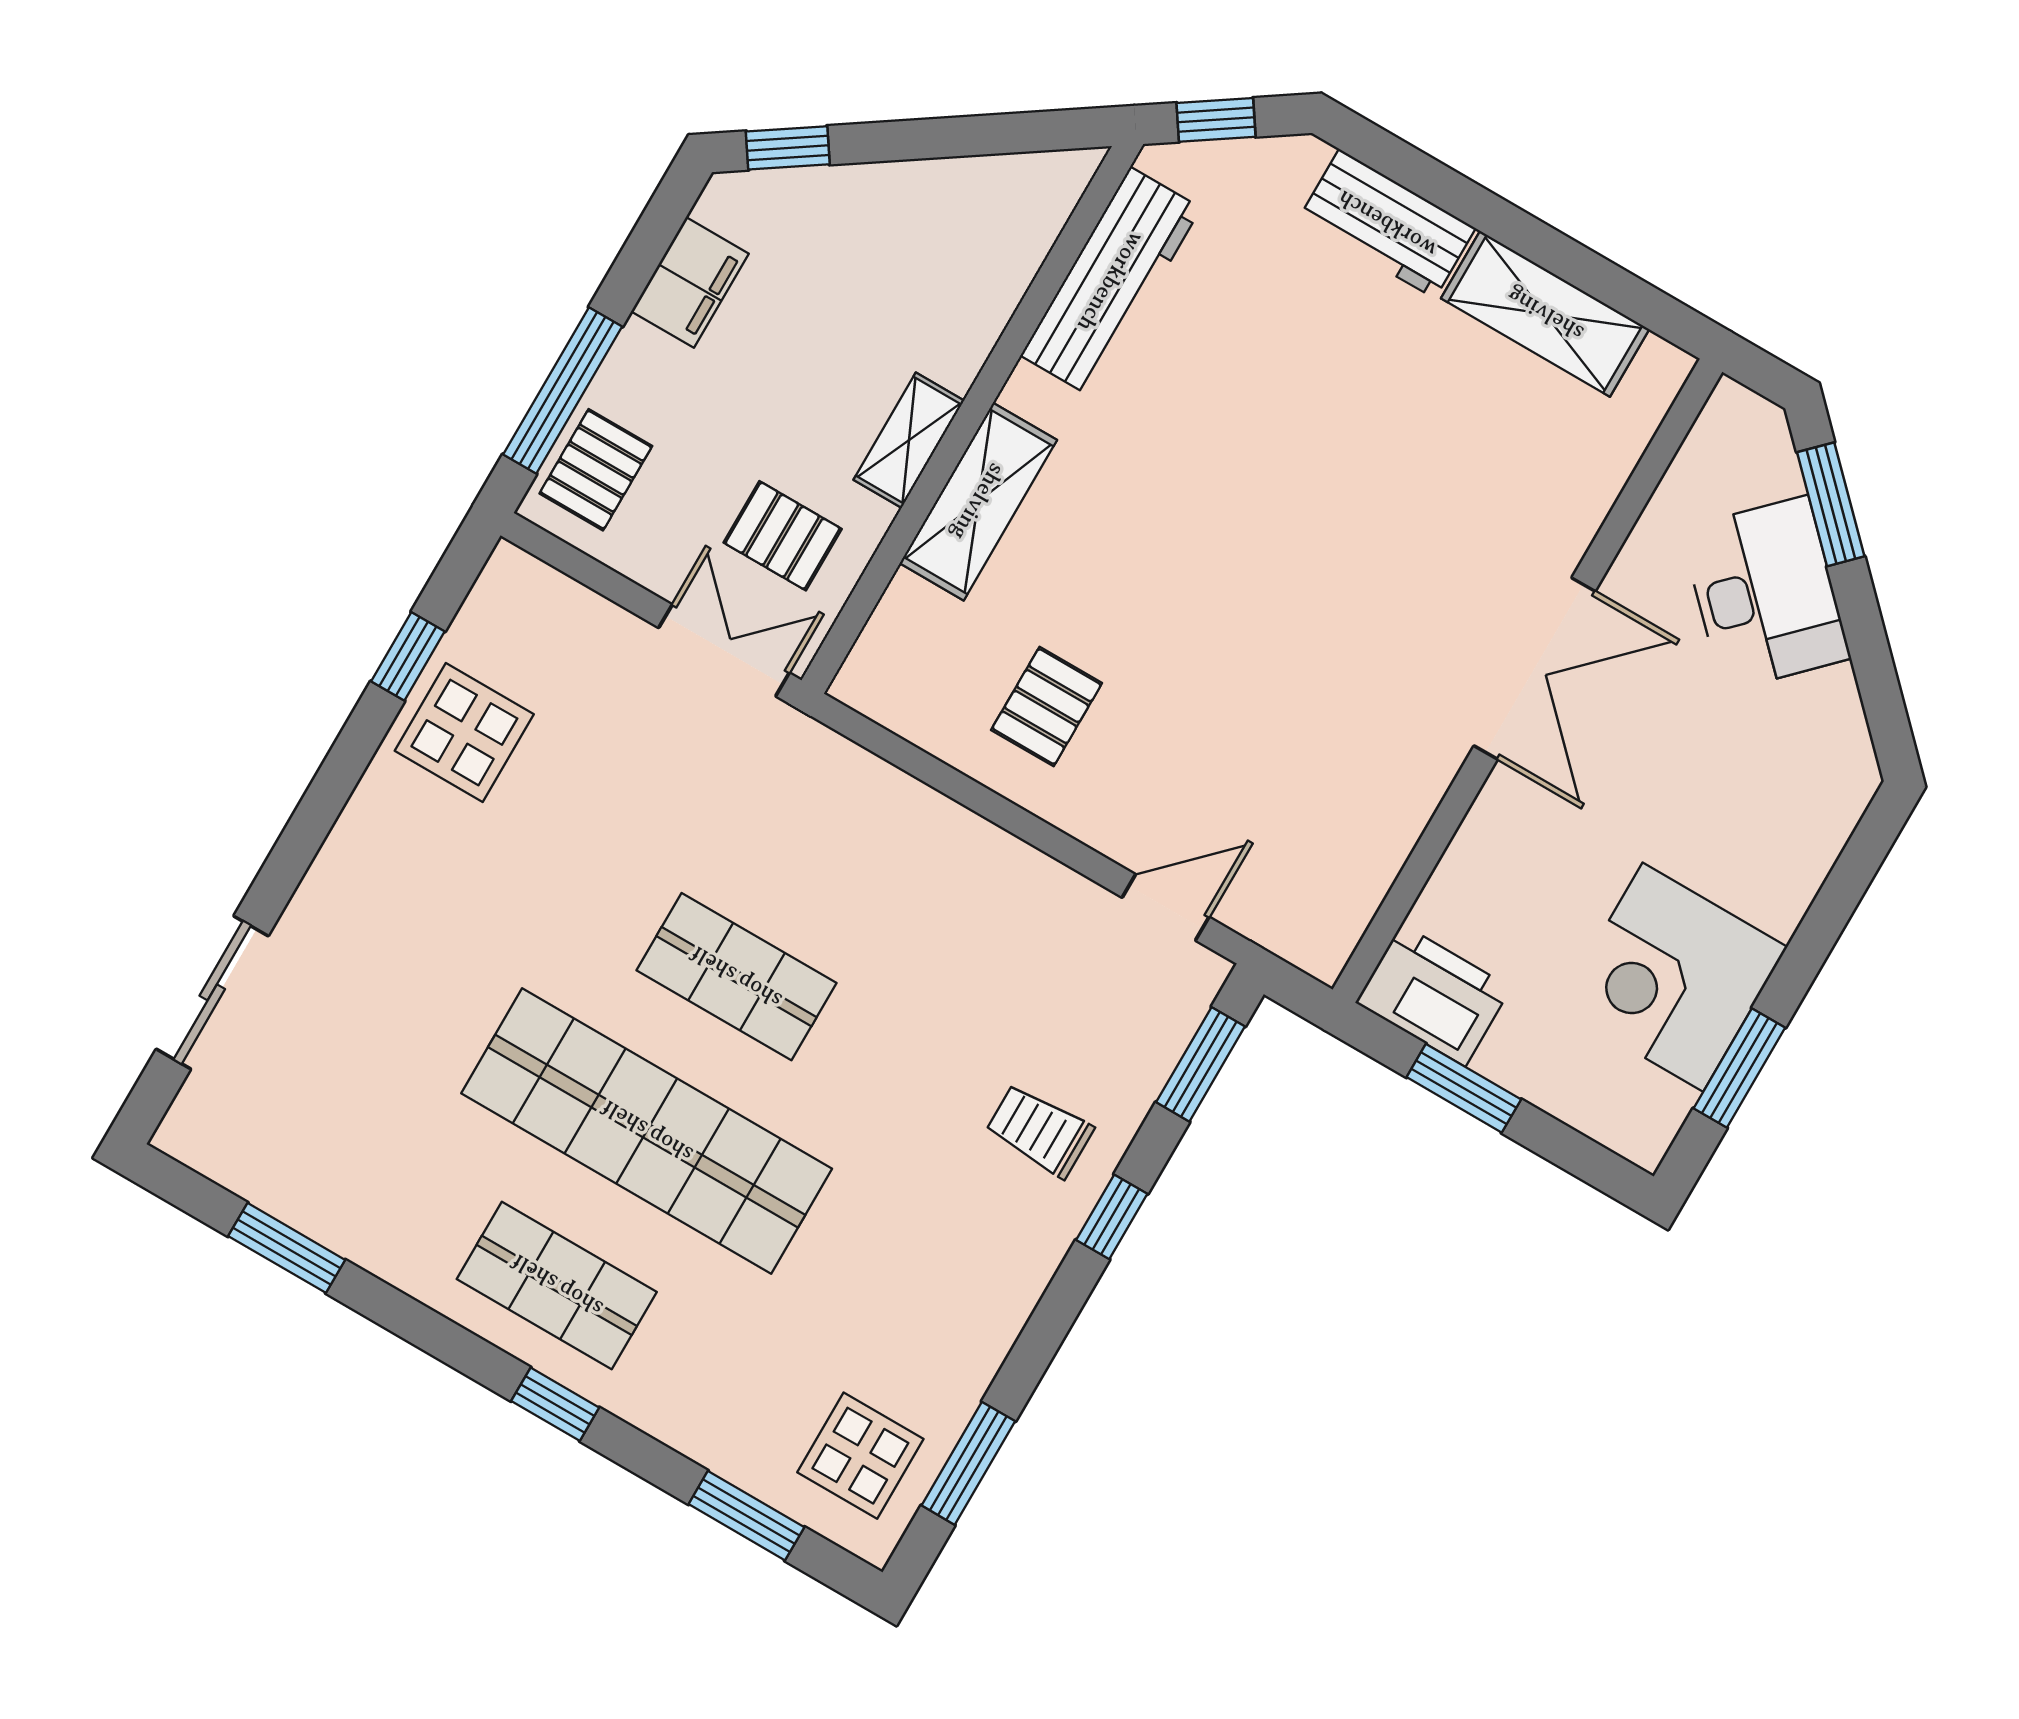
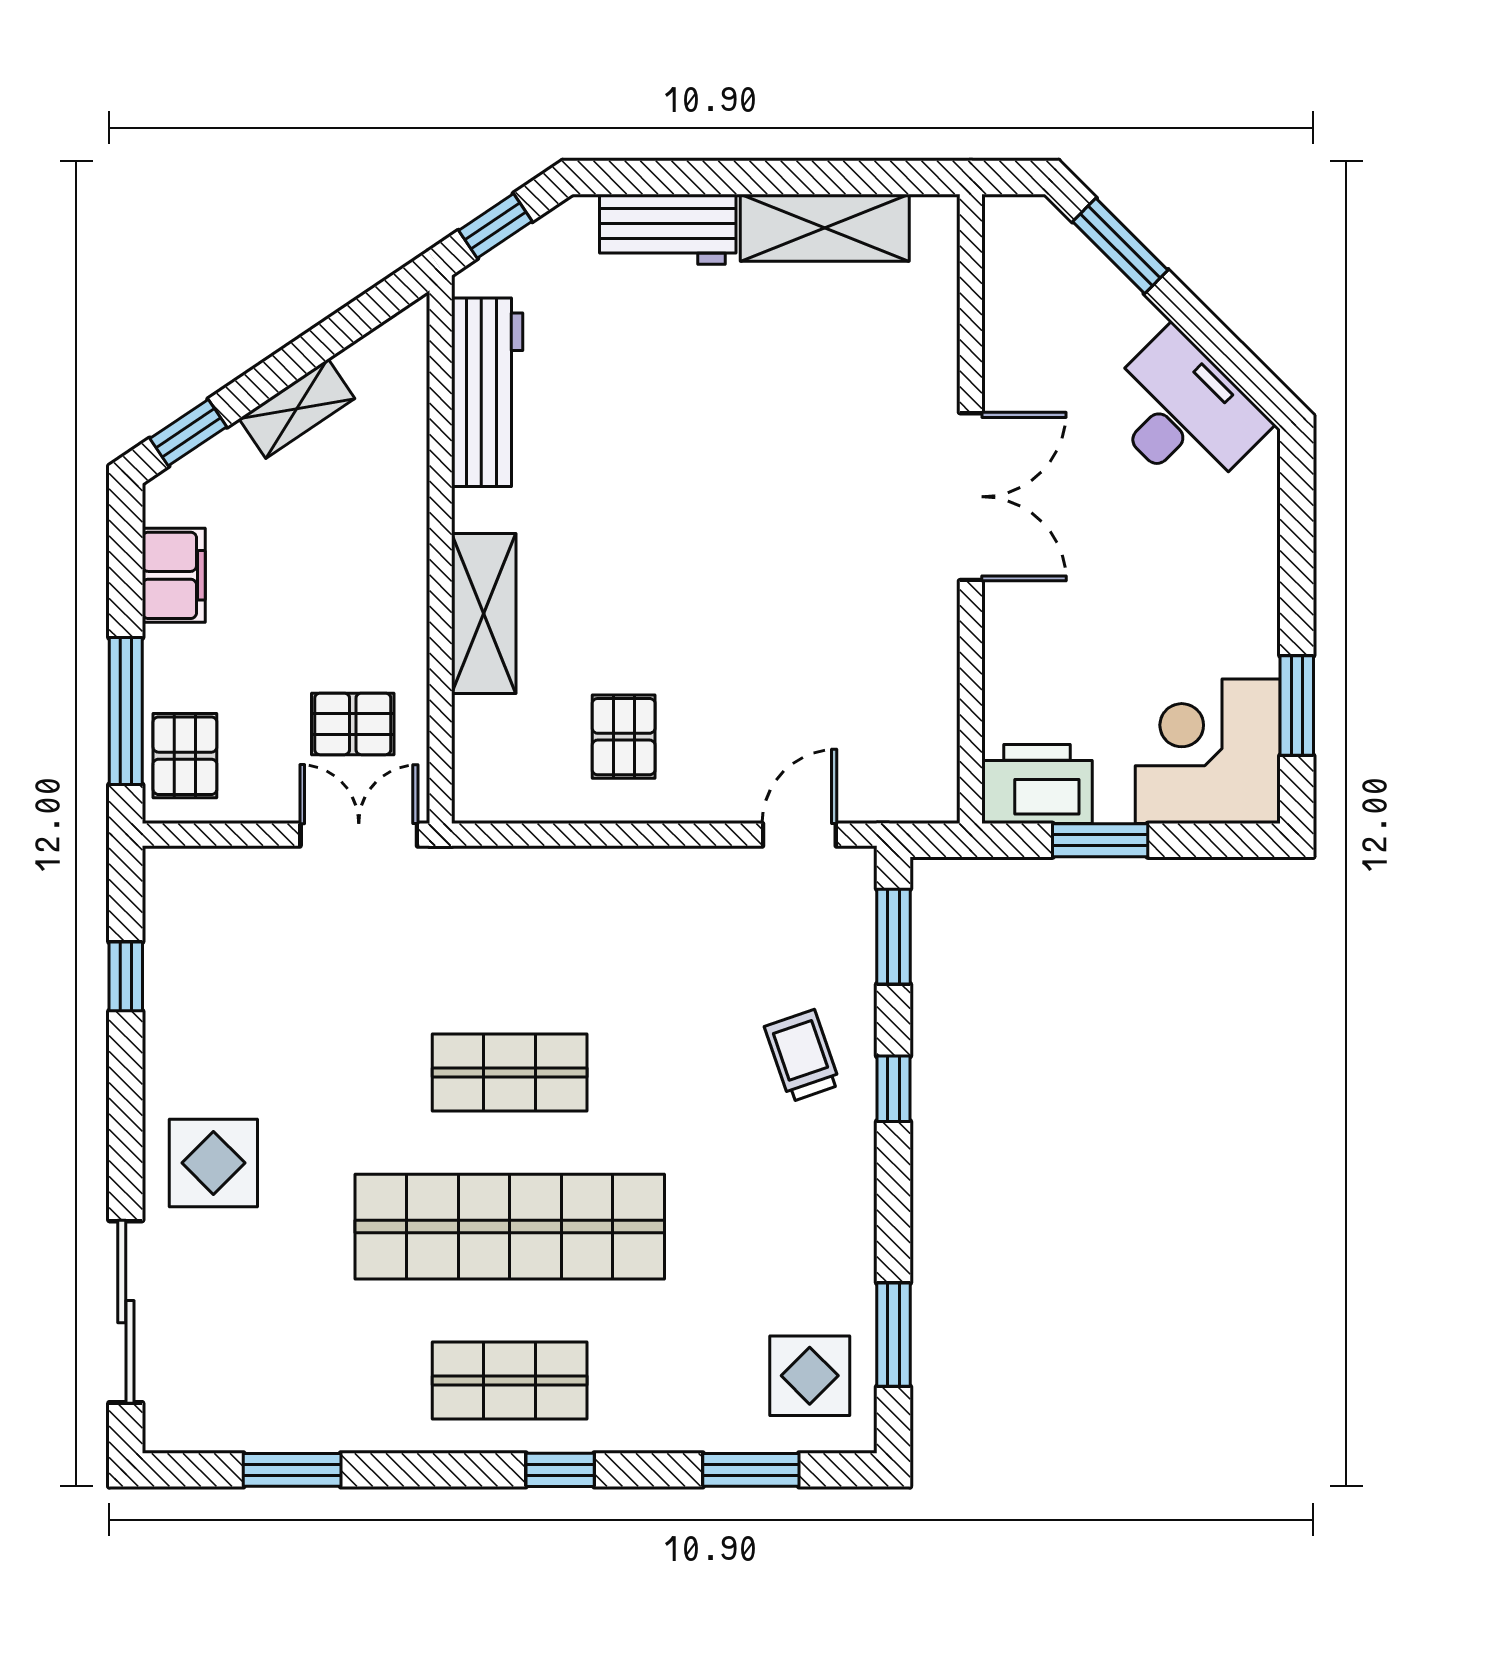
shelving: (909, 440) -> (297, 409), moved, turned 56
desk: (1765, 594) -> (1183, 413), moved
display table: (464, 732) -> (213, 1163), moved
corner desk: (1673, 977) -> (1208, 751), moved, turned 90
sliding door: (212, 992) -> (126, 1312), width x1.37
trolley: (1040, 1131) -> (802, 1056), turned 71

